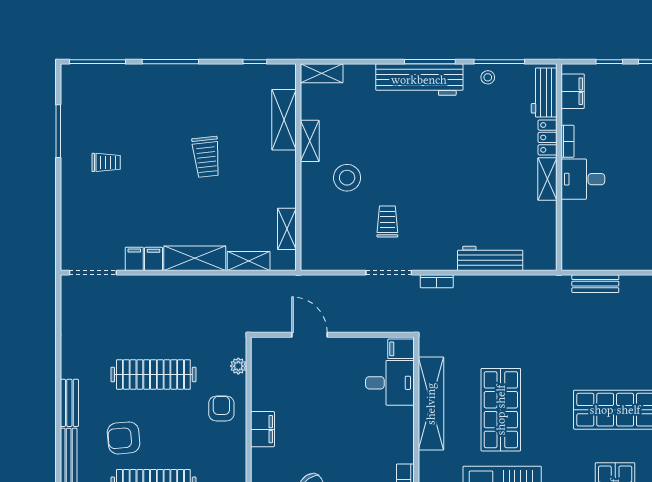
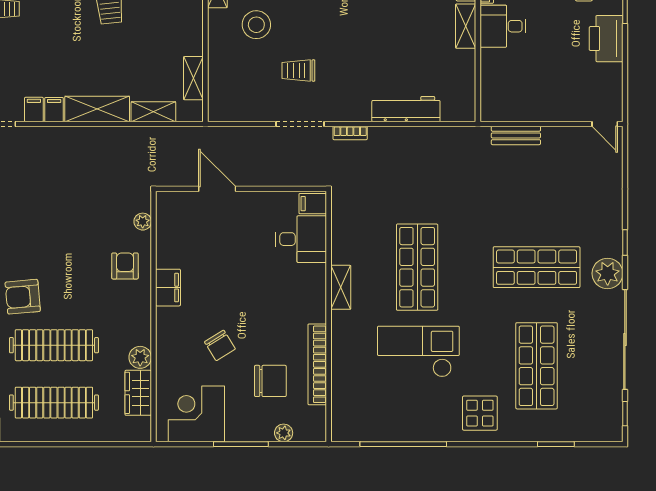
trolley: (387, 222) -> (298, 70), turned -90
clothes rail: (153, 374) -> (54, 230), removed
shelving: (431, 404) -> (341, 287), width x0.45, depth x0.75

